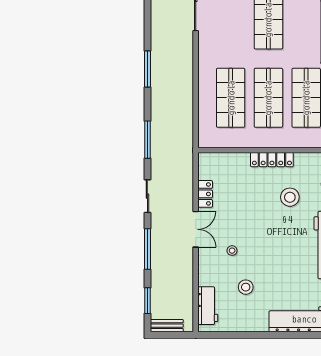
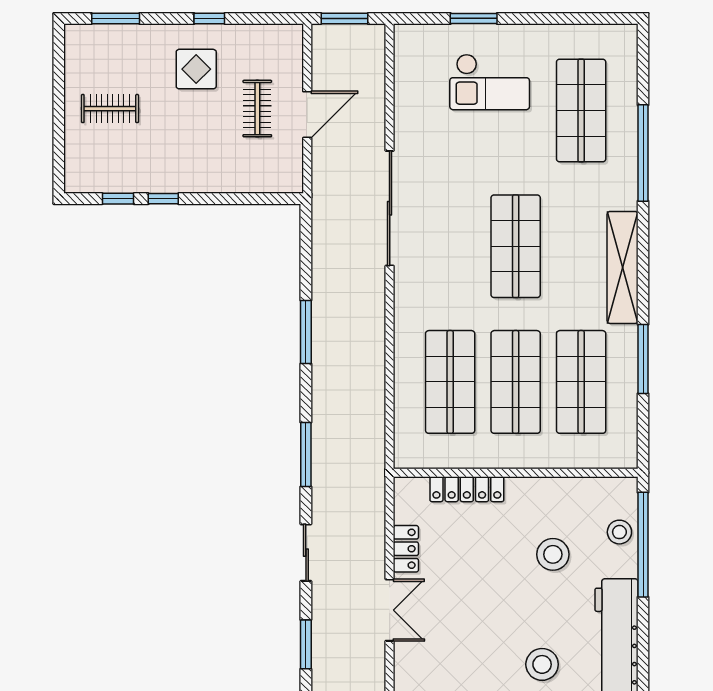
locker: (272, 160) -> (467, 489), moved
window: (147, 249) -> (306, 644), width x0.69
stool: (232, 251) -> (542, 664), moved, width x1.89, depth x1.89

